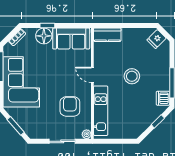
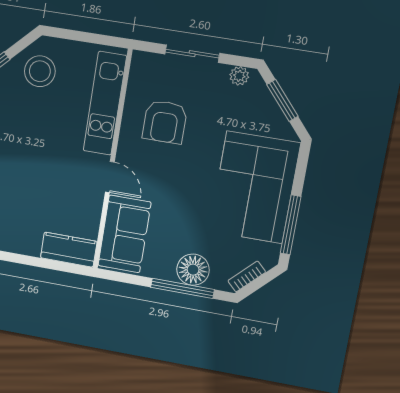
window: (47, 26) -> (182, 288), width x2.17
sofa: (71, 39) -> (124, 234), moved, turned 90
stool: (132, 76) -> (40, 71), moved
plant: (87, 134) -> (239, 76), moved

